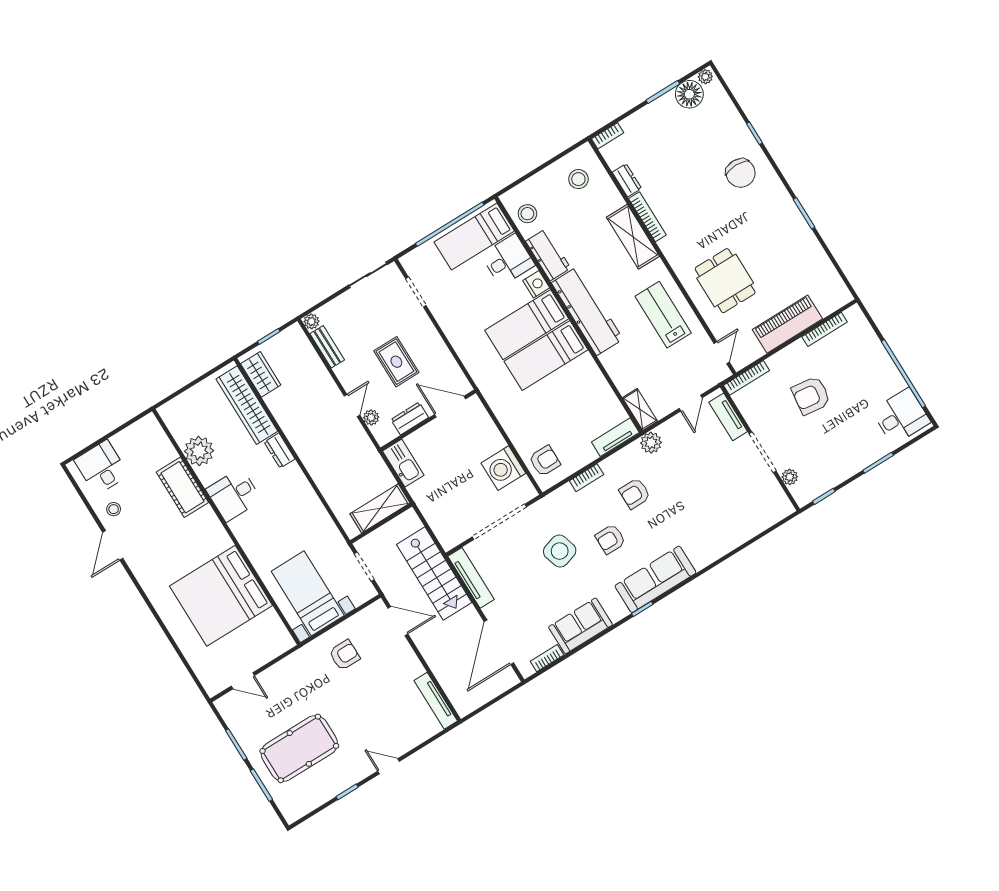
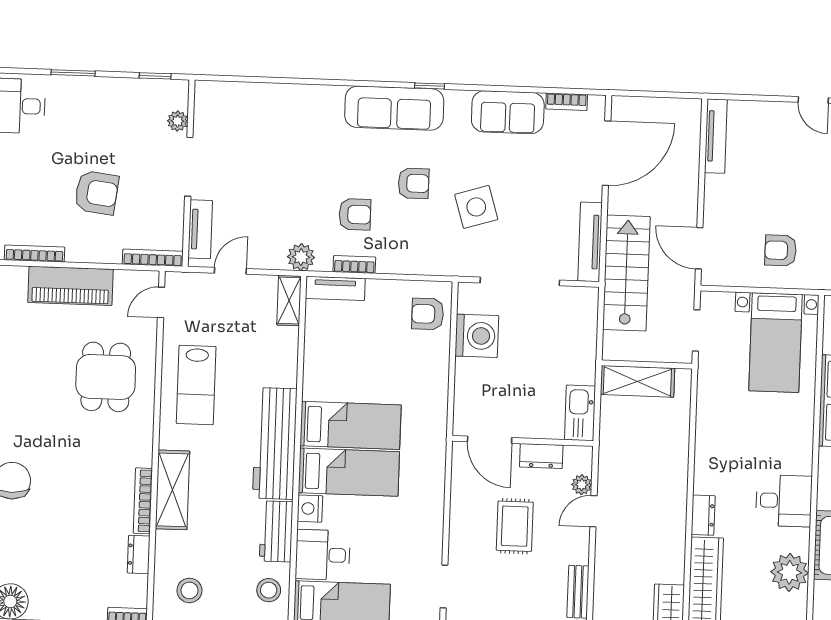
bookcase: (587, 478) -> (354, 264), moved

